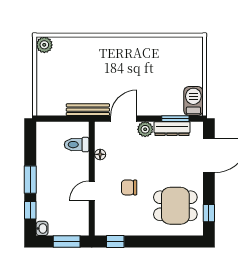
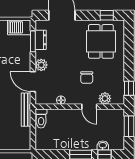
dresser: (172, 129) -> (41, 40), width x0.70
toilet: (77, 145) -> (41, 118), moved
plant: (102, 211) -> (105, 98), added
washbasin: (42, 228) -> (103, 145), moved

